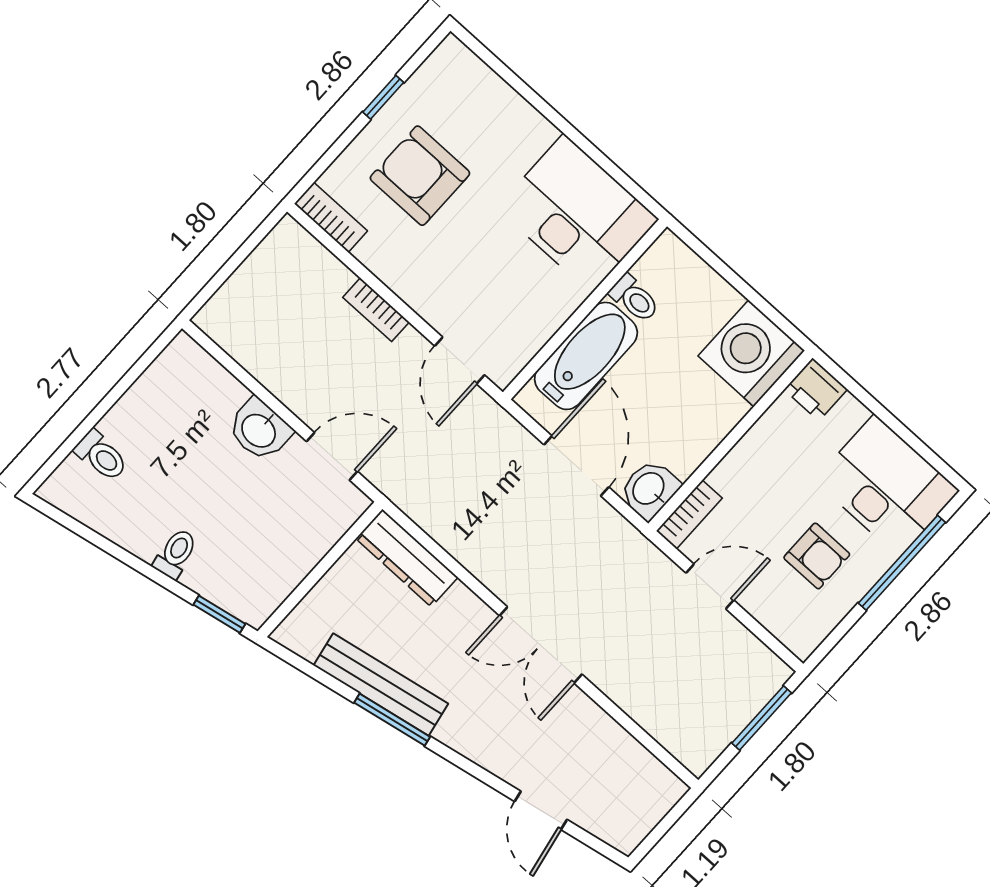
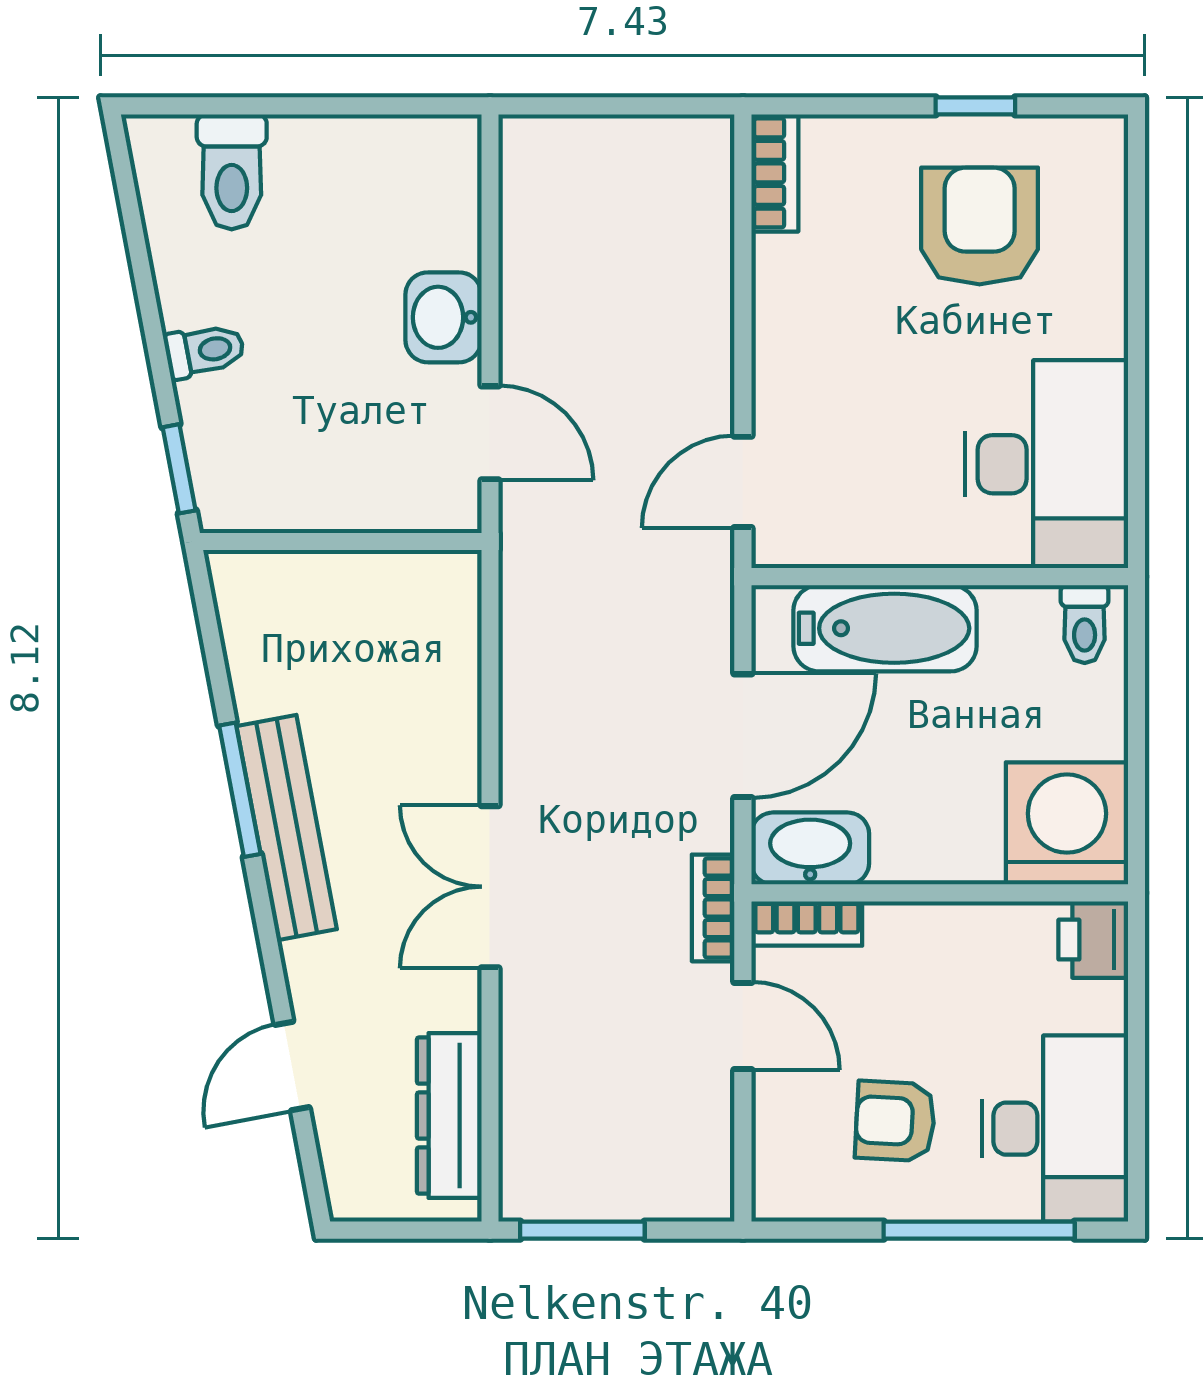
armchair: (420, 176) -> (980, 226), moved
toilet: (634, 298) -> (1085, 624), moved
bookcase: (376, 310) -> (713, 908), moved
toilet: (101, 456) -> (232, 172), width x1.37, depth x1.39
washbasin: (649, 489) -> (810, 848), width x1.38
armchair: (817, 556) -> (895, 1121), turned 93
dresser: (407, 558) -> (449, 1116), moved
bench: (381, 685) -> (287, 828), moved
window: (762, 718) -> (582, 1230), moved

